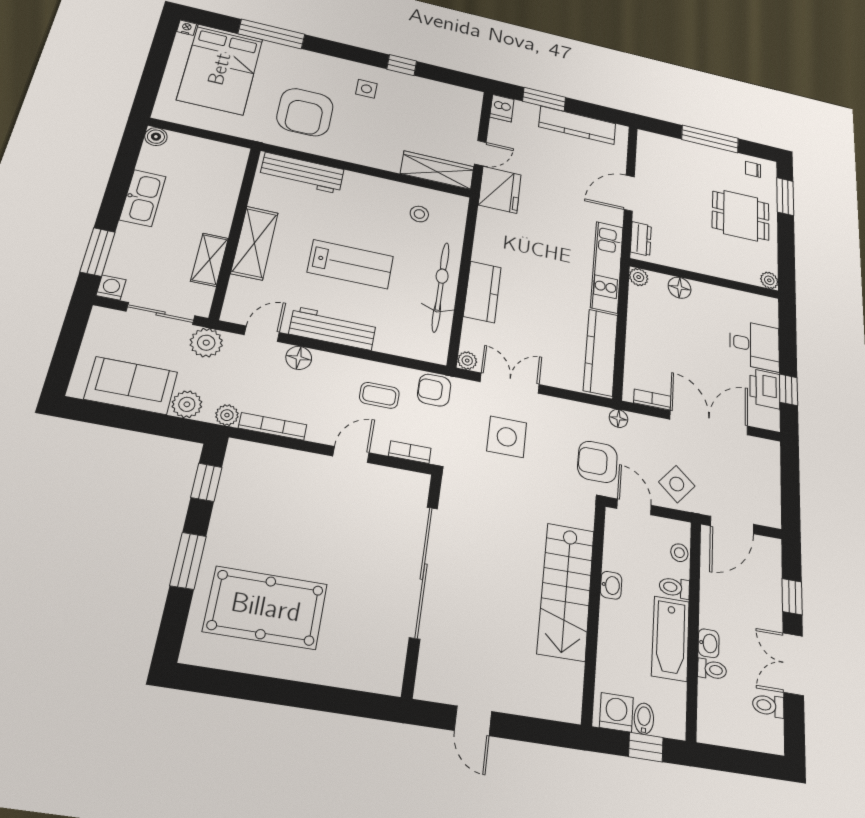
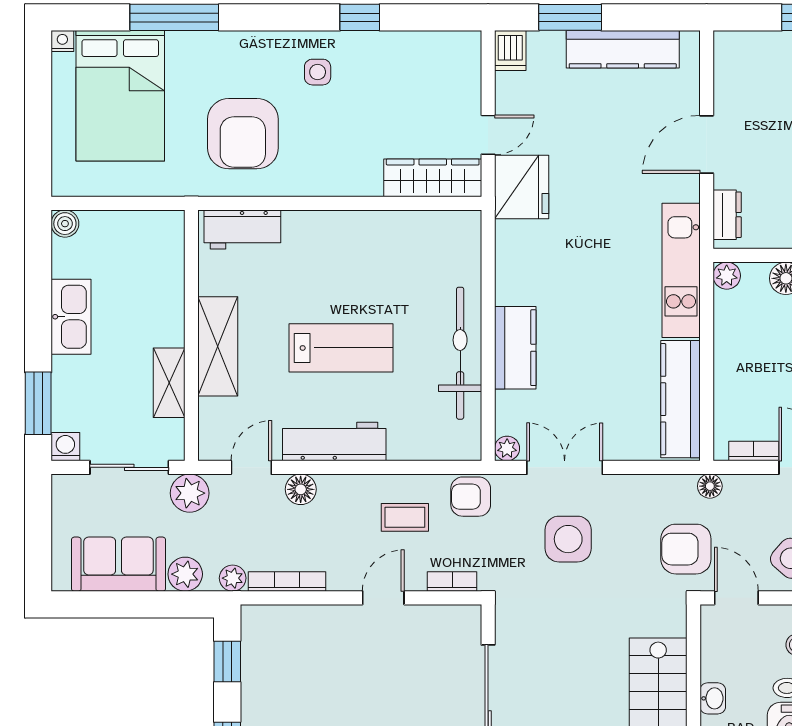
workbench: (302, 173) -> (242, 230), width x0.73
stool: (419, 214) -> (418, 252), removed

